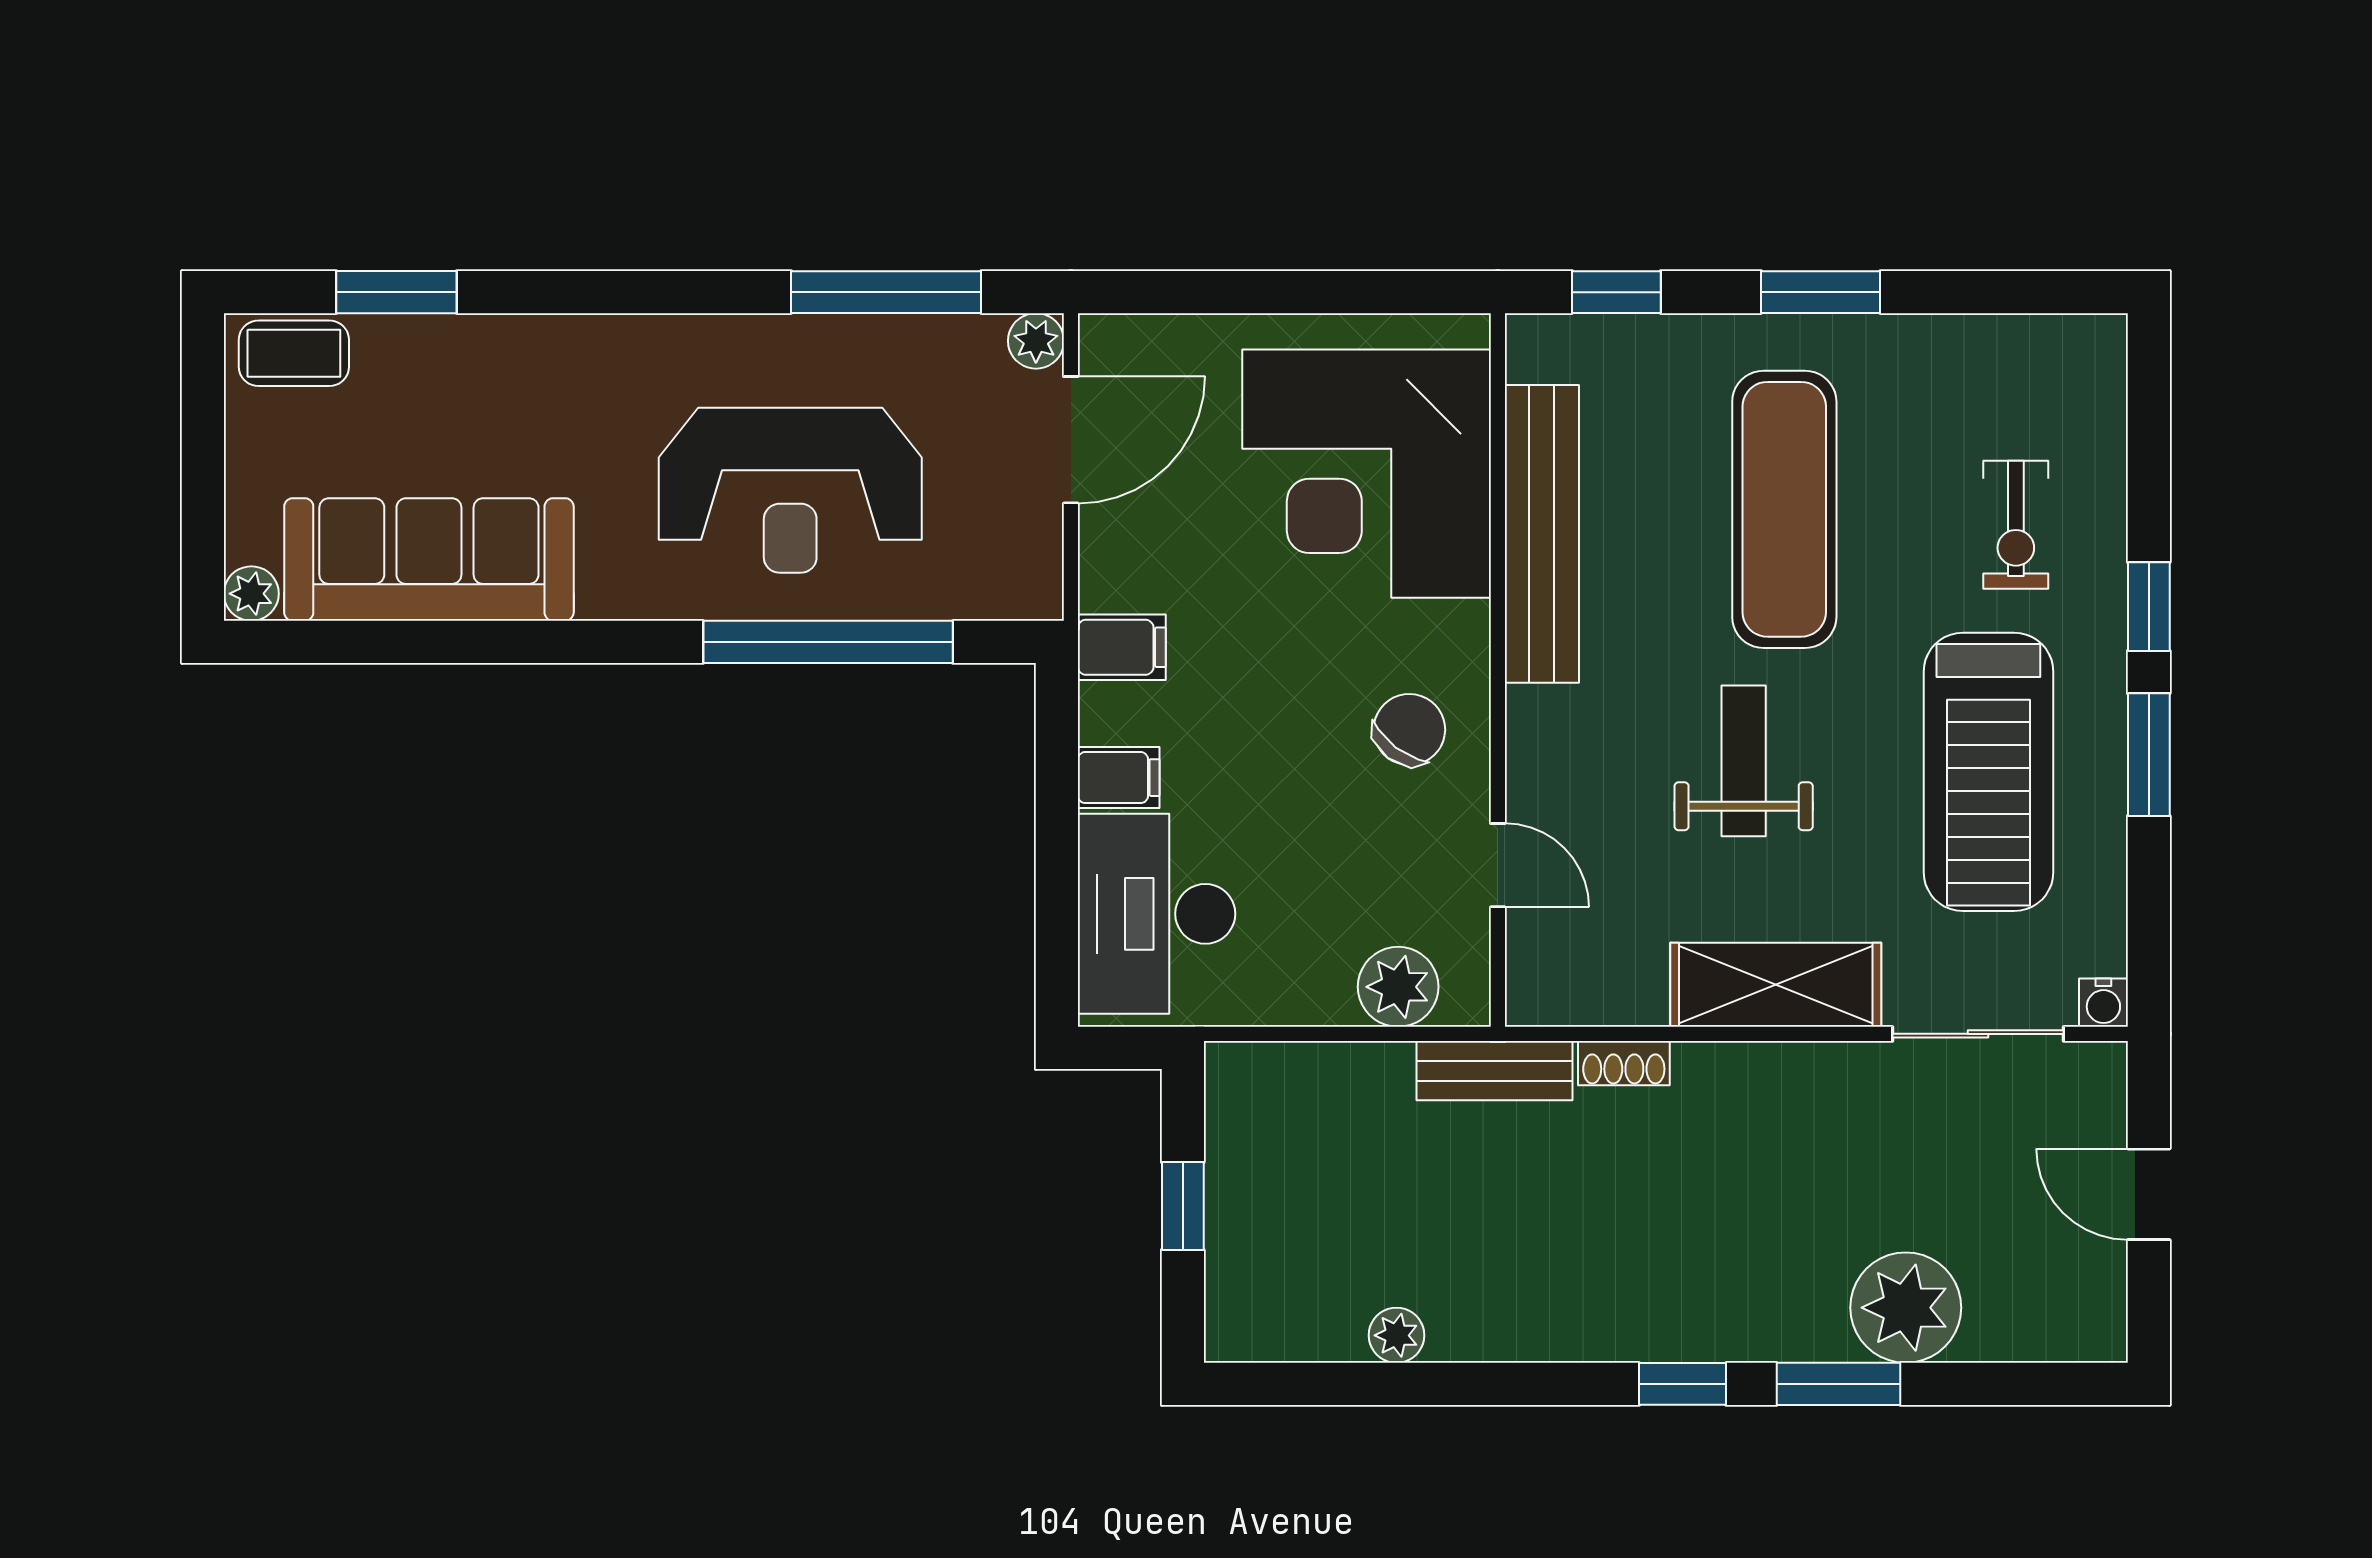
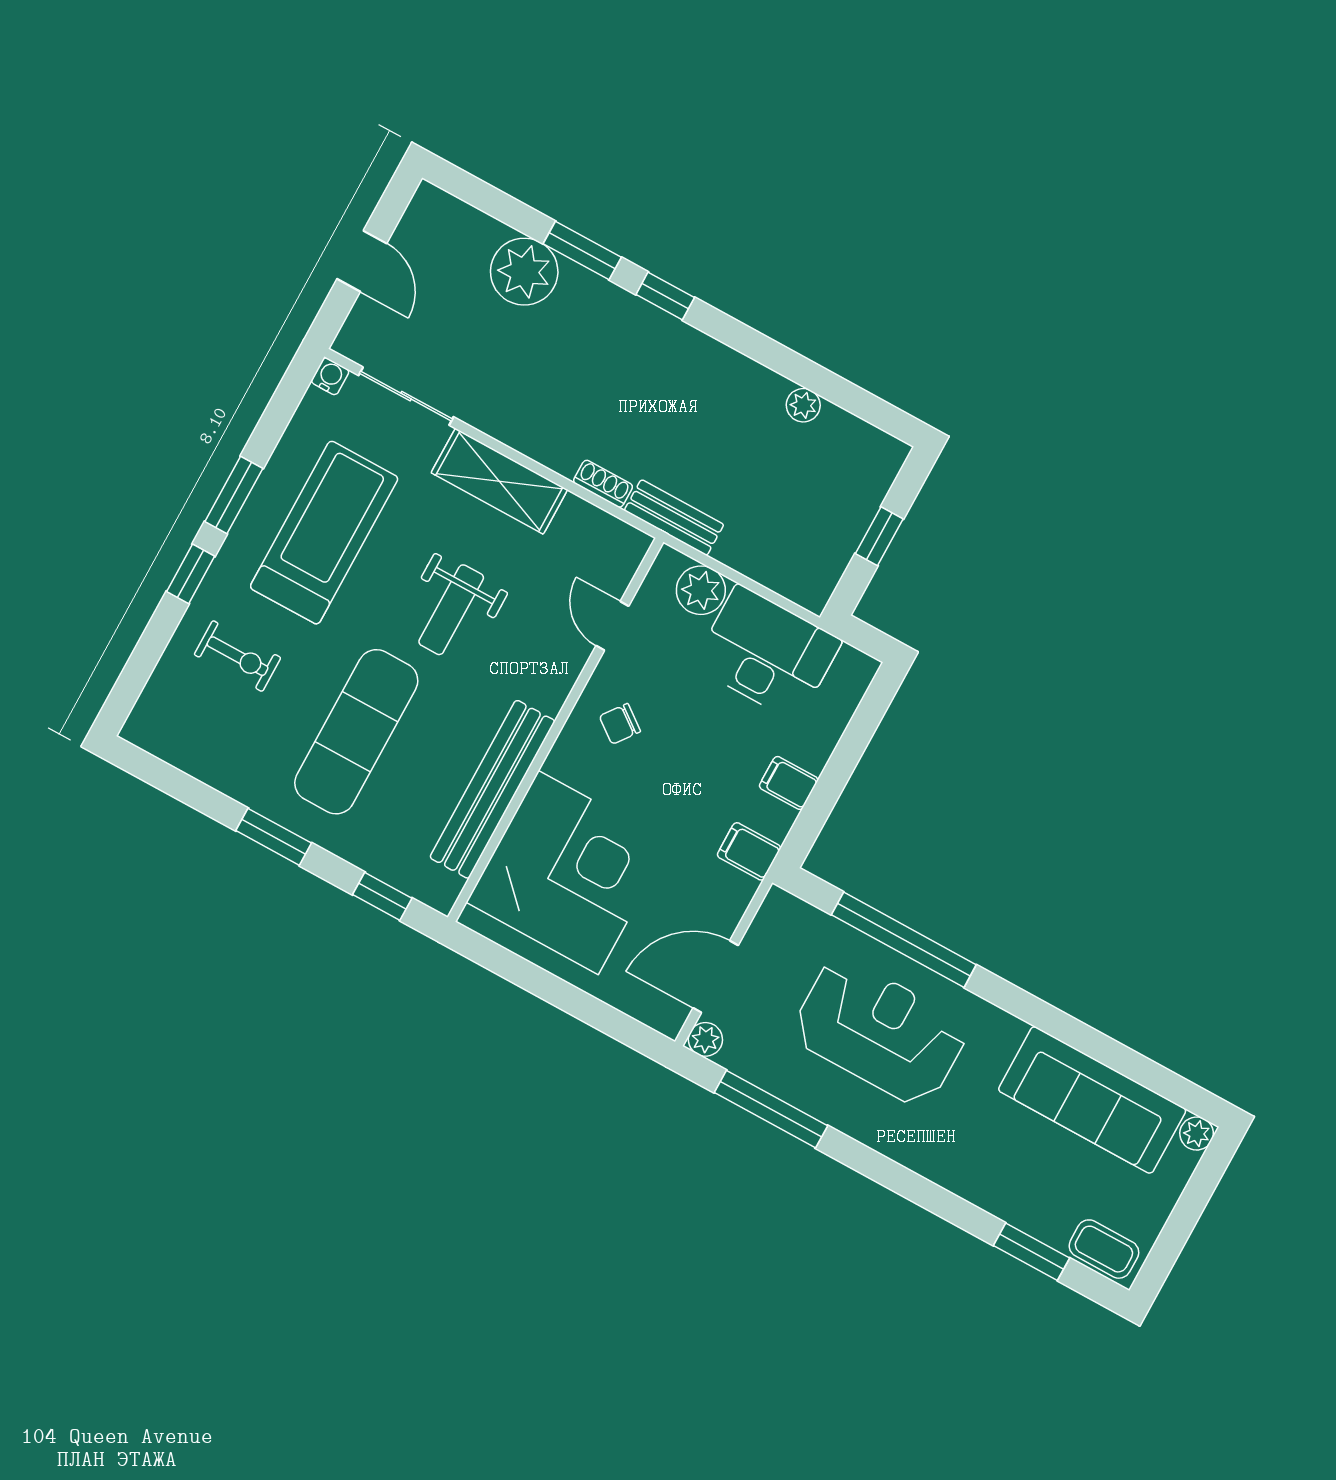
exercise bike: (2016, 525) -> (238, 656), turned 90
chair: (1409, 730) -> (620, 724), width x0.73, depth x0.73
desk: (1157, 914) -> (767, 653), moved, turned -90

